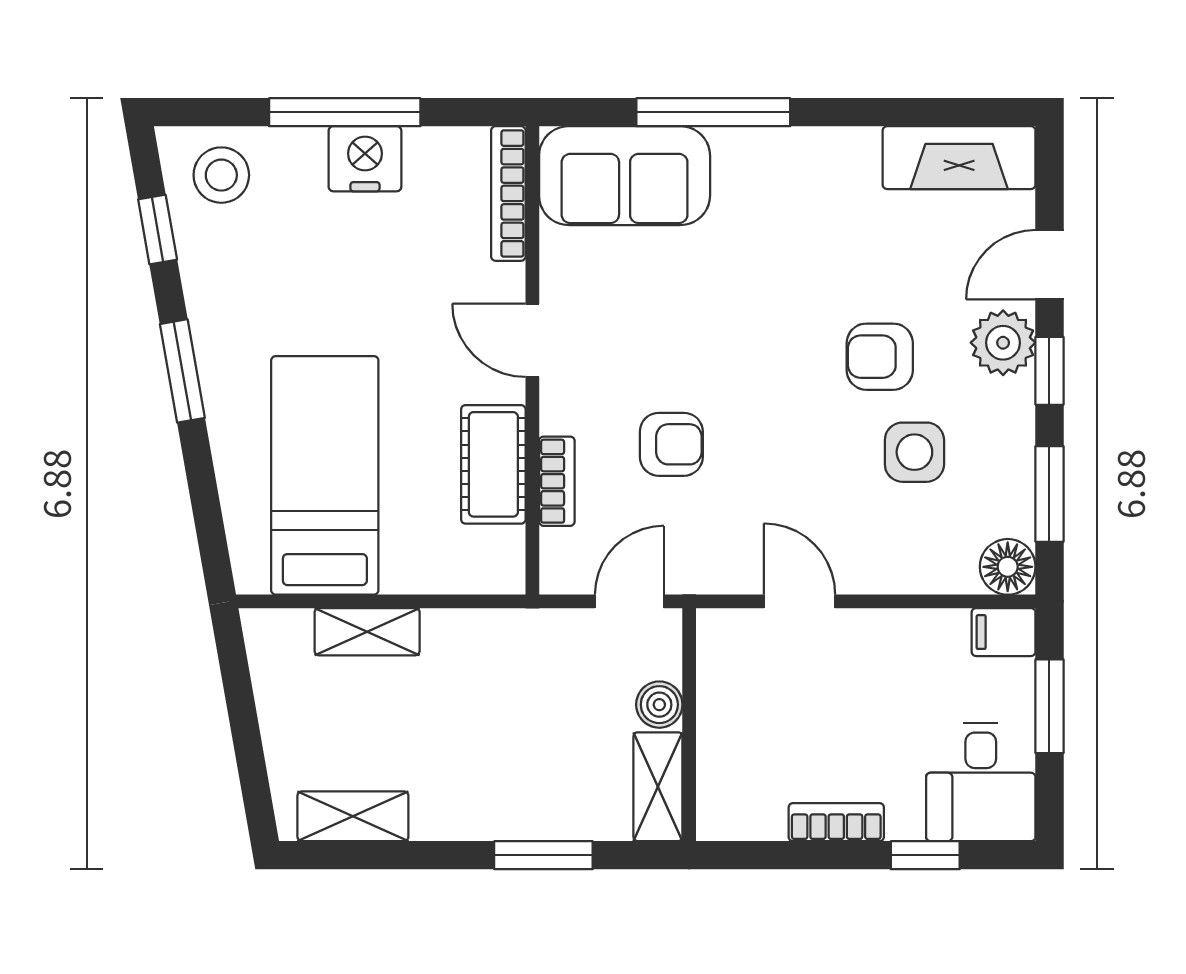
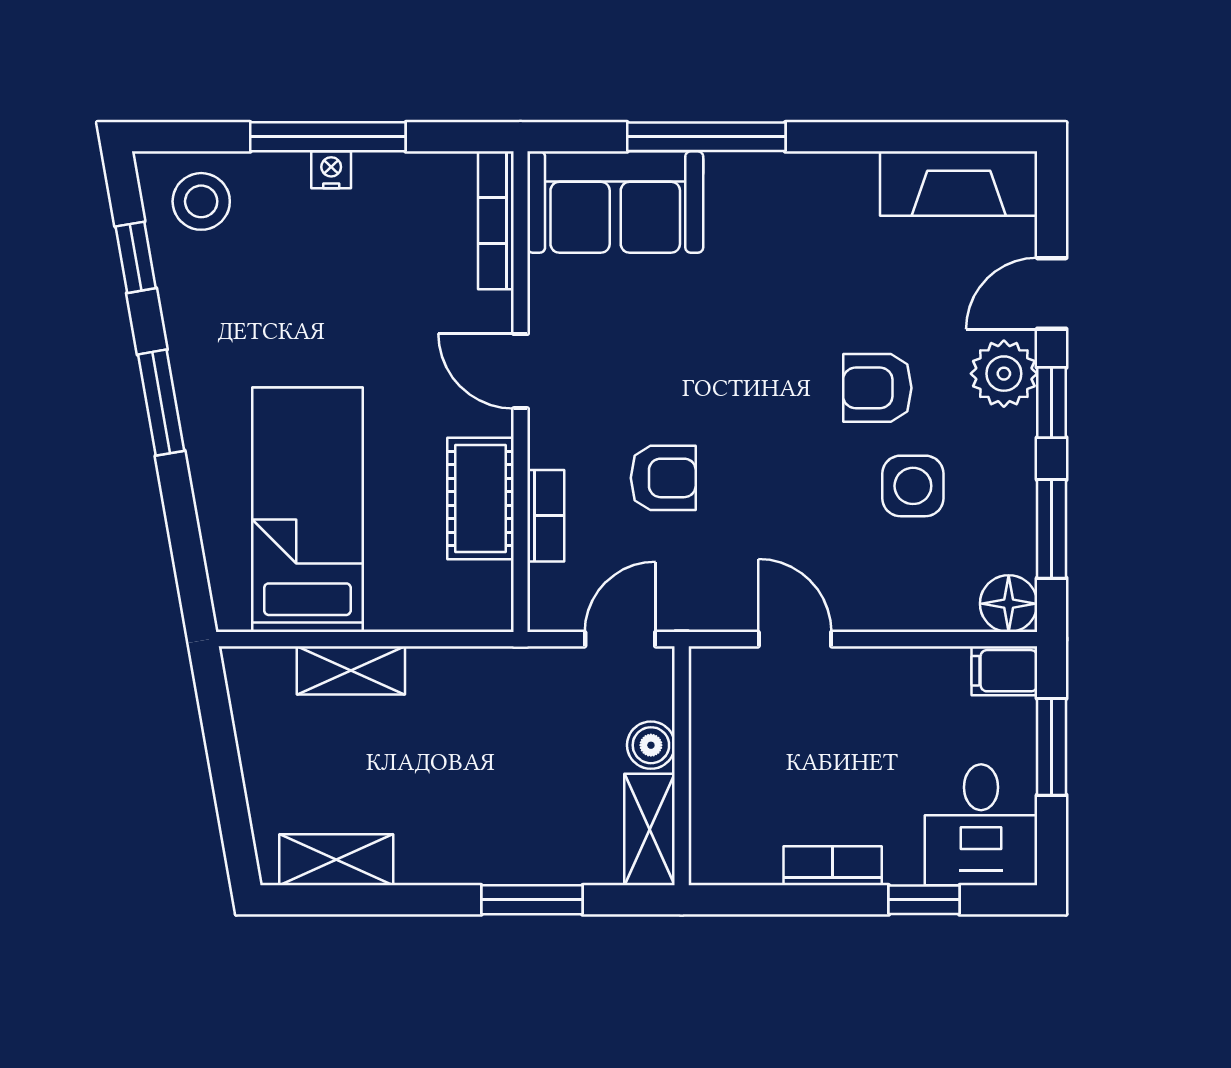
nightstand: (365, 159) -> (331, 170), width x0.53, depth x0.56

